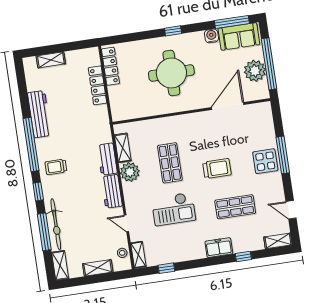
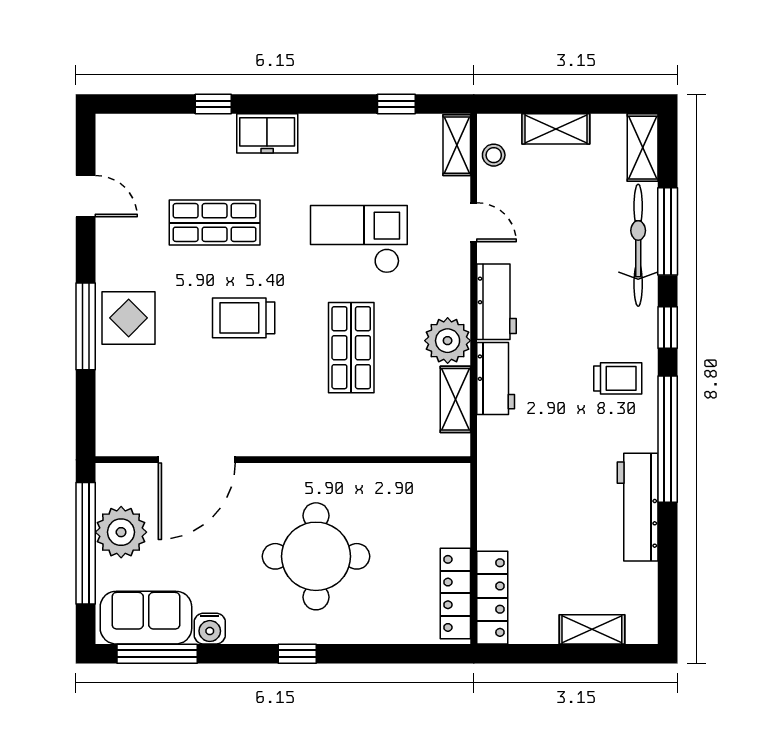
locker: (98, 85) -> (492, 598), moved
shelving: (278, 241) -> (127, 128), removed

